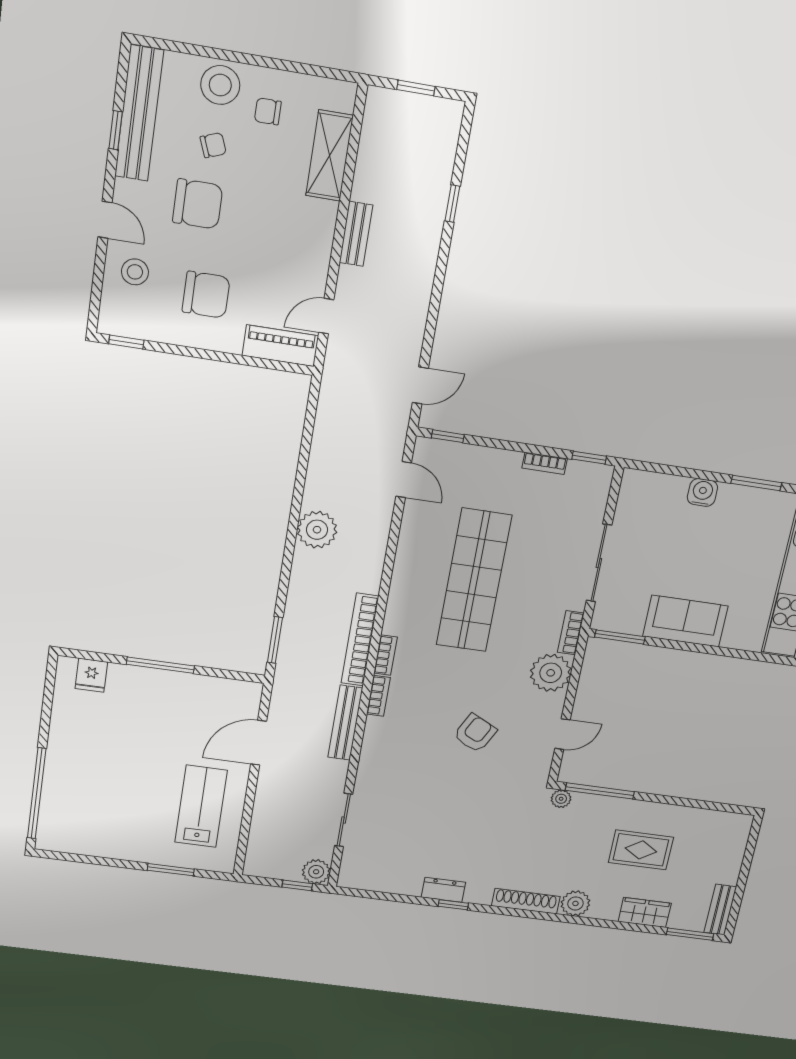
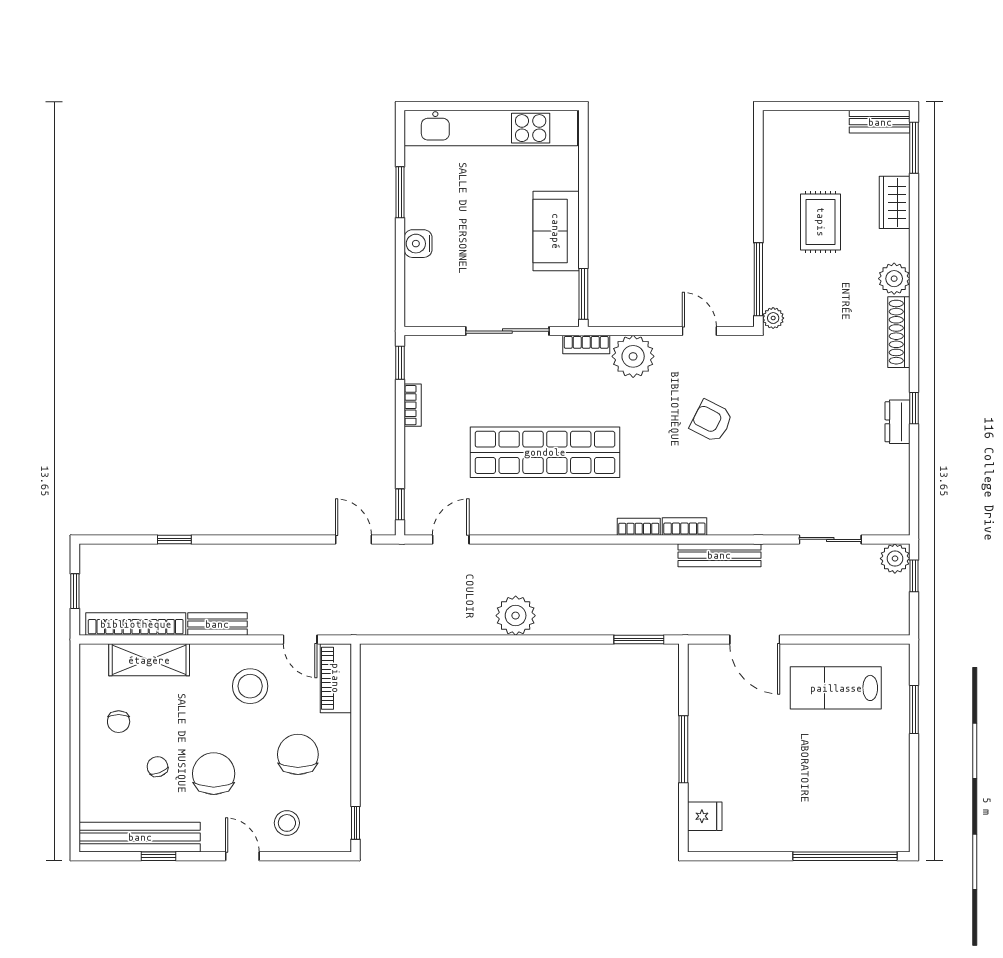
stool: (220, 85) -> (250, 686), moved
door: (105, 220) -> (242, 856), hinge flipped
bookcase: (360, 640) -> (136, 624), moved, turned 180

